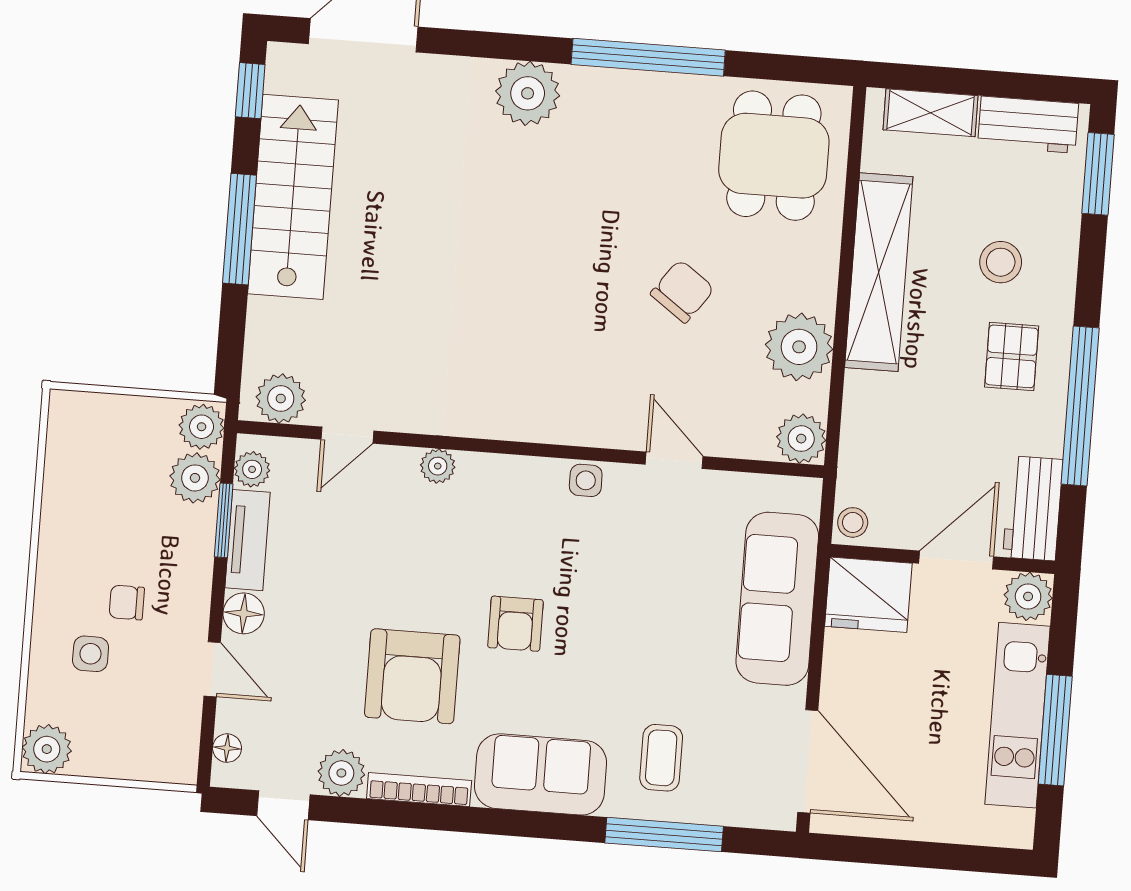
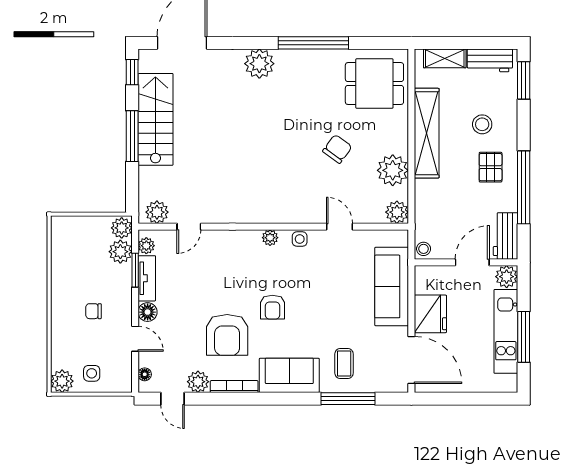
dining table: (774, 156) -> (374, 84), turned 90
plant: (438, 466) -> (270, 238), moved
fridge: (868, 595) -> (430, 314), moved, turned -90
side table: (91, 654) -> (92, 373), moved

